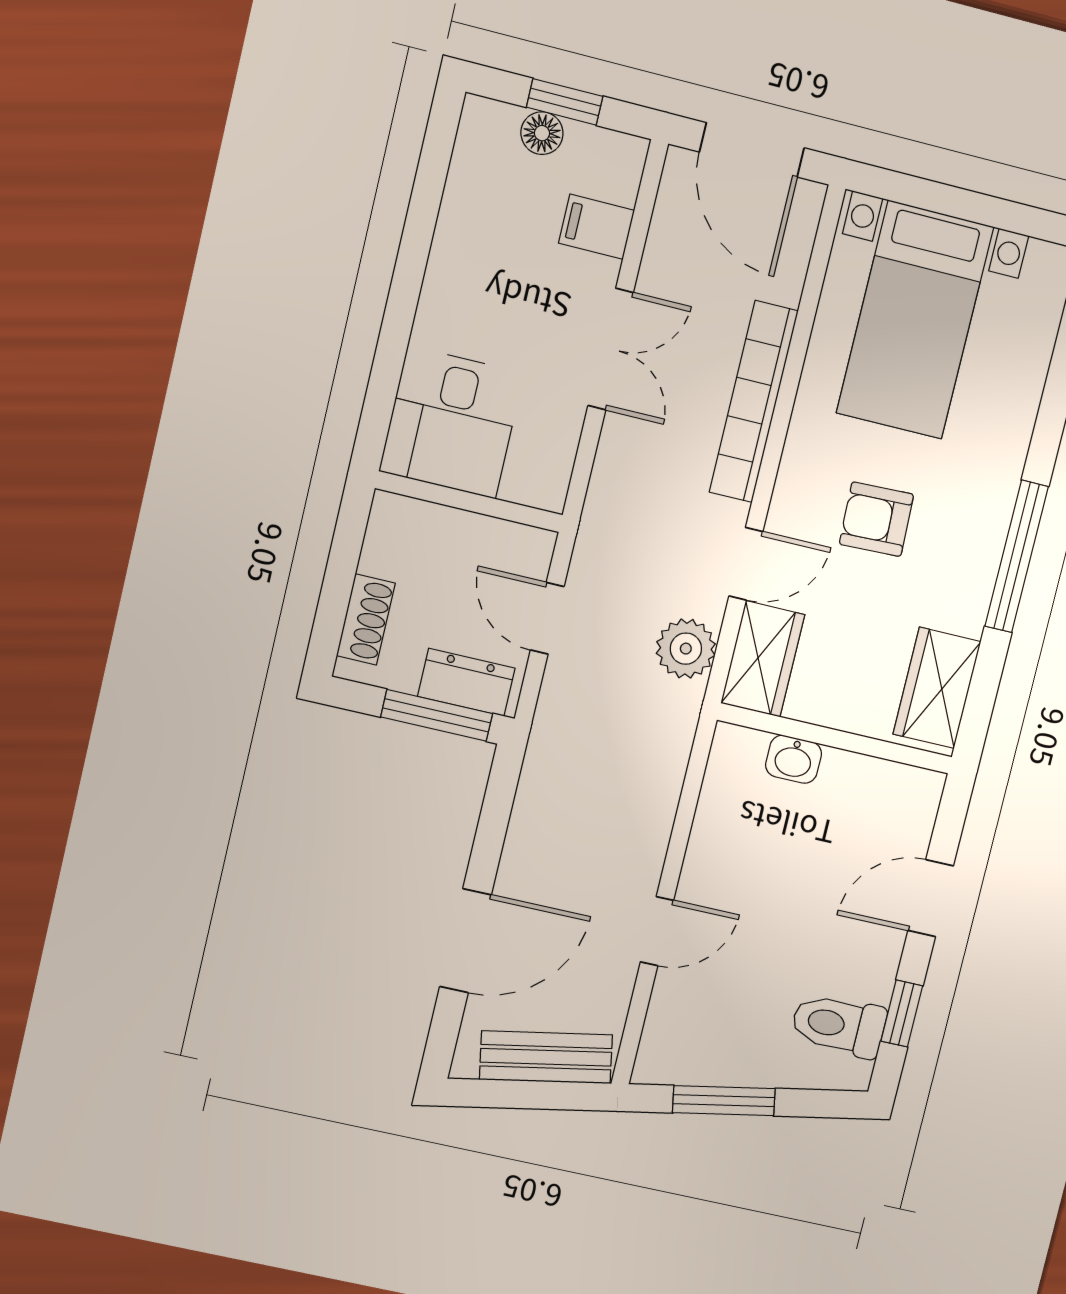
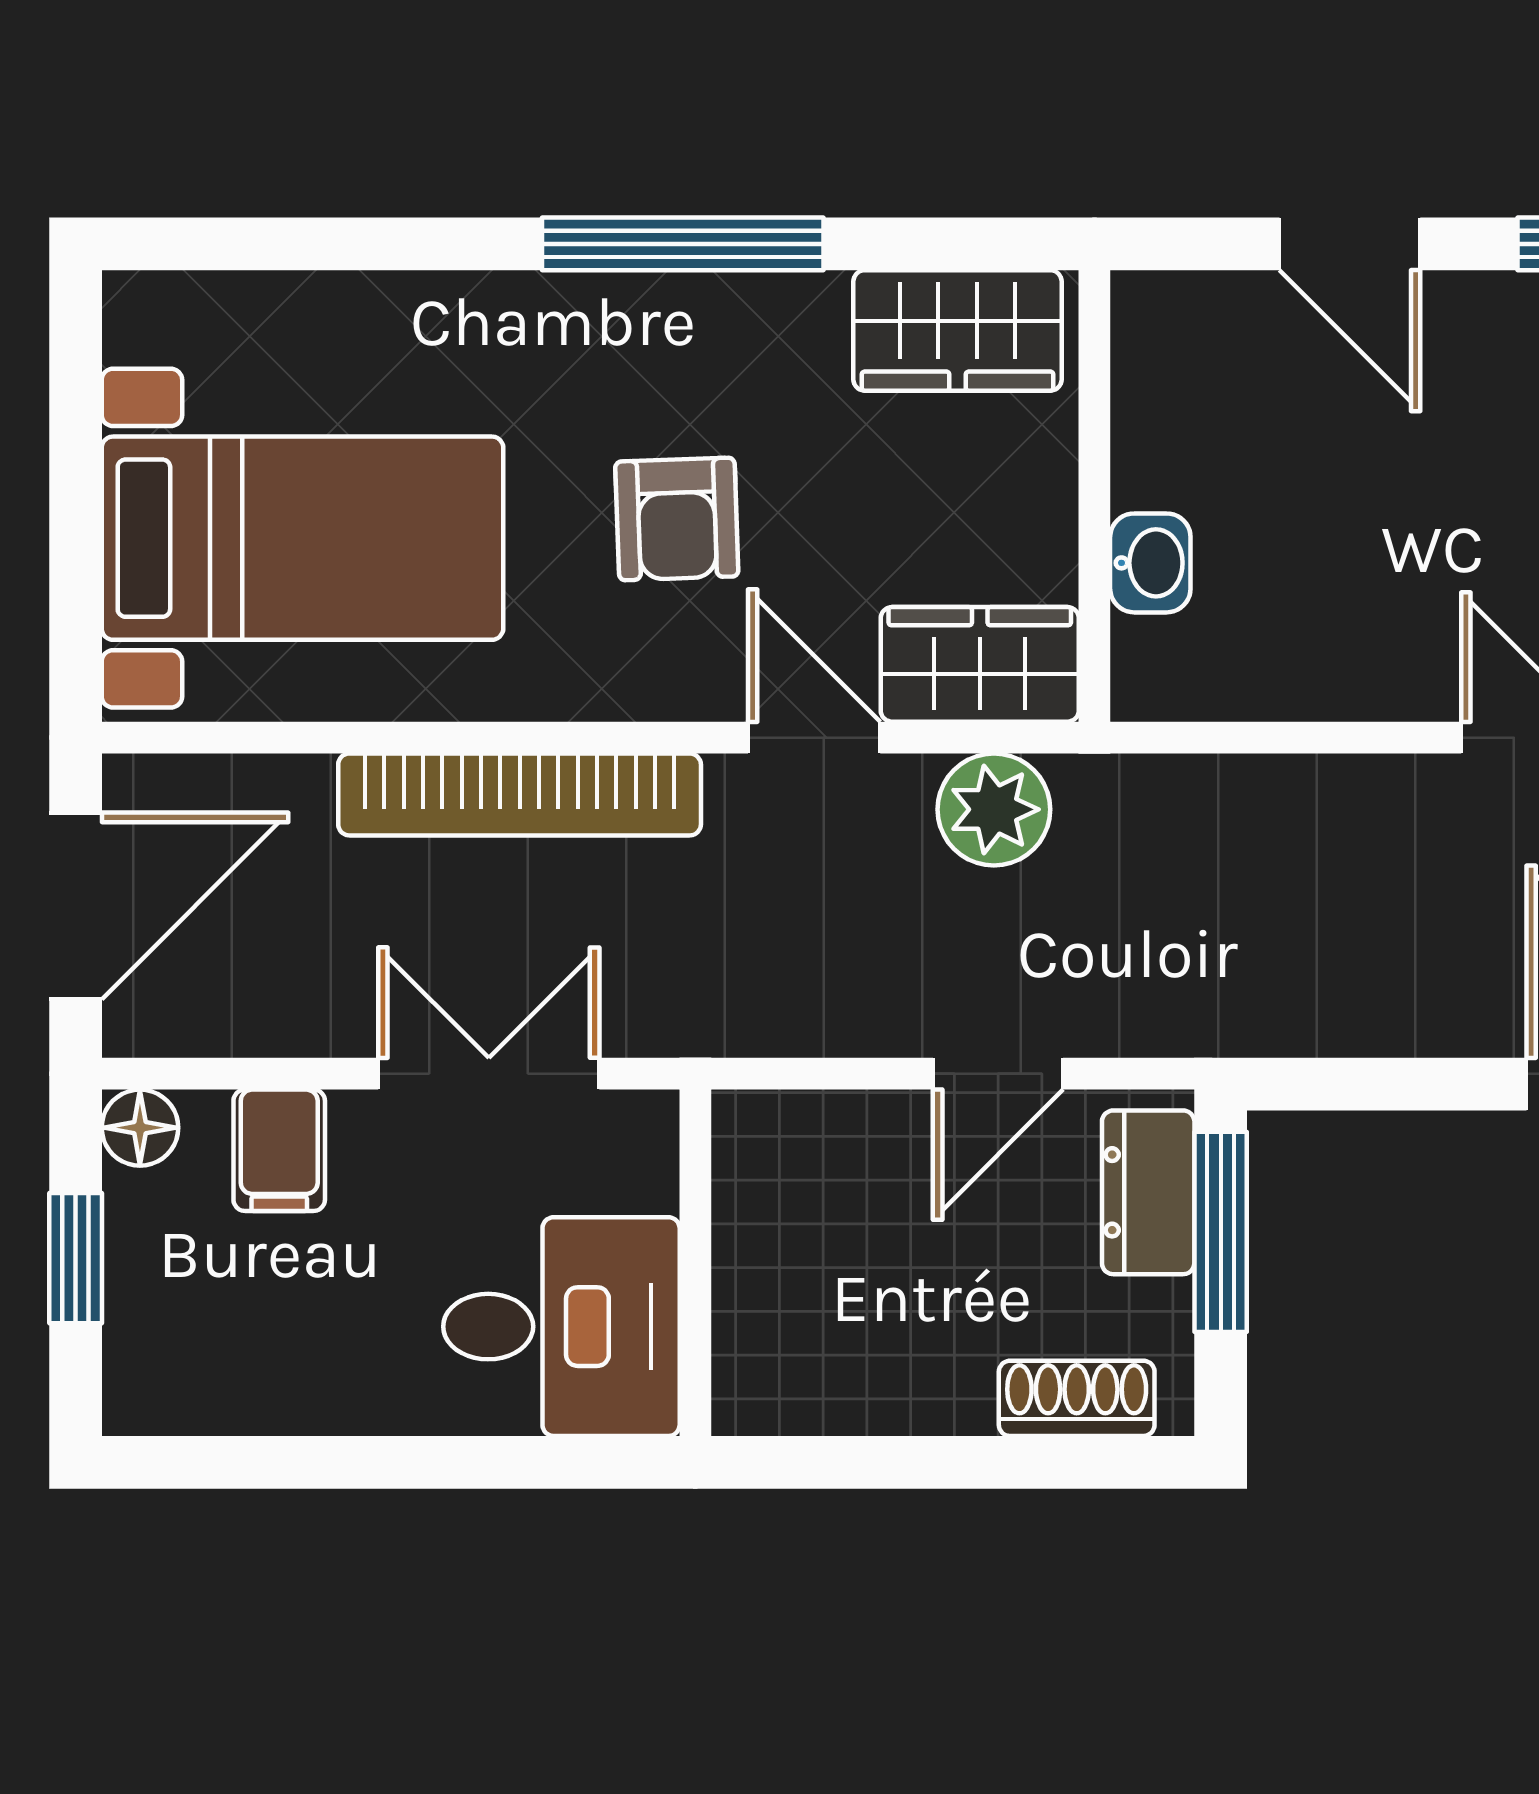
floor lamp: (542, 133) -> (140, 1128), moved
desk: (452, 422) -> (561, 1327), moved
wall: (469, 502) -> (695, 1263), moved

